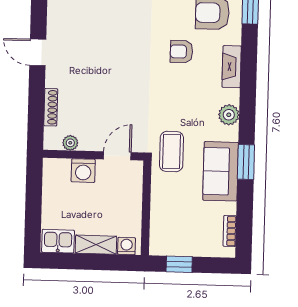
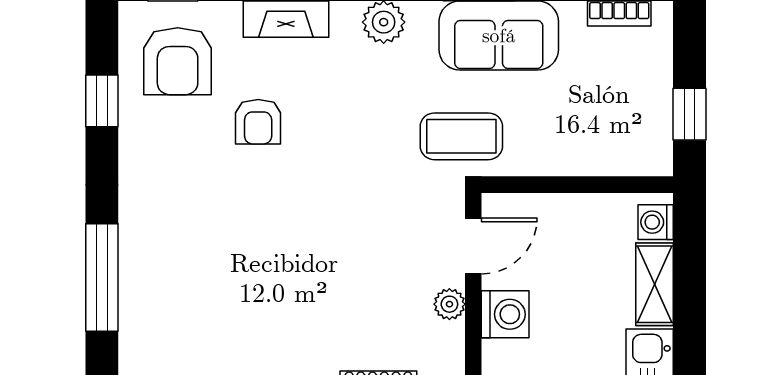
plant: (70, 143) -> (449, 304), moved
door: (117, 156) -> (473, 246), swing flipped

